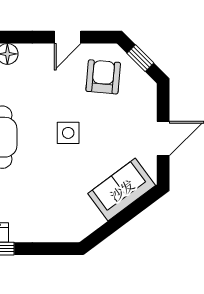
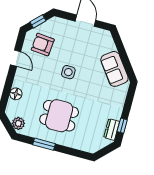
sofa: (122, 190) -> (114, 69), moved

